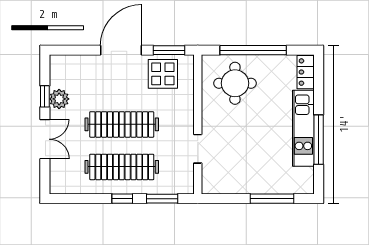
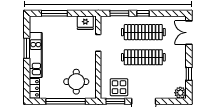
plant: (59, 99) -> (180, 93), moved
double door: (45, 139) -> (189, 33), moved
window: (319, 140) -> (27, 48), width x0.69
fridge: (220, 183) -> (85, 23), added

